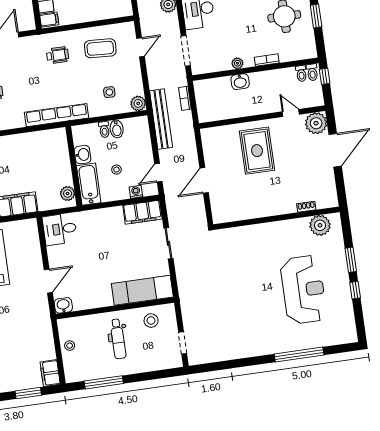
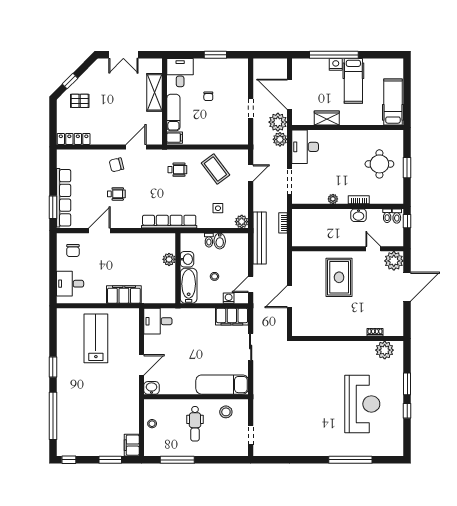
coffee table: (100, 48) -> (215, 169), turned 50
washbasin: (240, 82) -> (359, 215), moved
plant: (68, 194) -> (169, 259), moved

